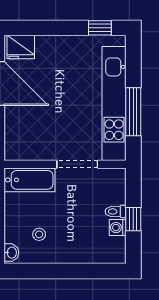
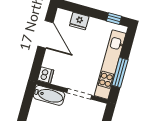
fridge: (21, 47) -> (79, 21), moved
dishwasher: (15, 149) -> (46, 75), added

